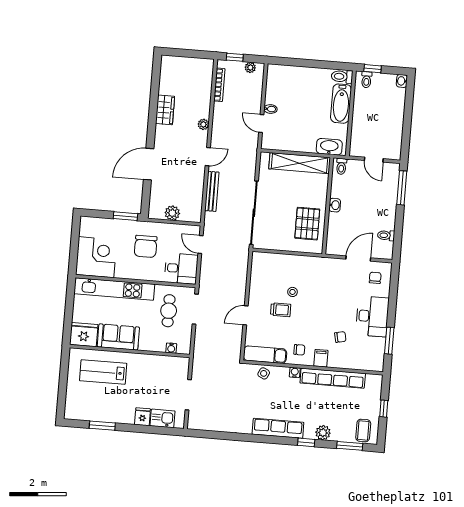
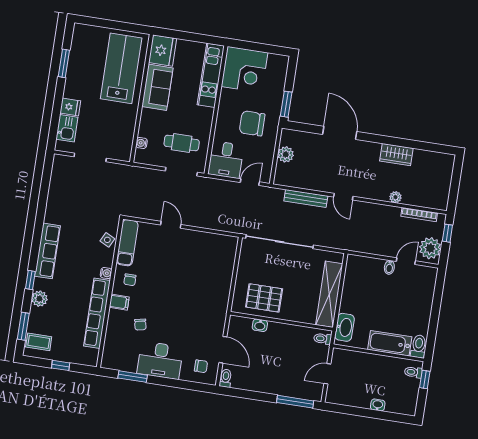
plant: (250, 68) -> (430, 248), width x1.88, depth x1.88
washbasin: (402, 81) -> (378, 405), moved
door: (261, 123) -> (406, 261), moved
plant: (203, 124) -> (395, 197), moved
washbasin: (335, 205) -> (260, 325), moved
toilet: (386, 235) -> (226, 378), moved
kitchen unit: (114, 289) -> (211, 75), width x0.73
stool: (292, 292) -> (192, 277), removed
trolley: (281, 310) -> (174, 263), removed
lab bench: (103, 372) -> (121, 68), width x1.36, depth x1.39

